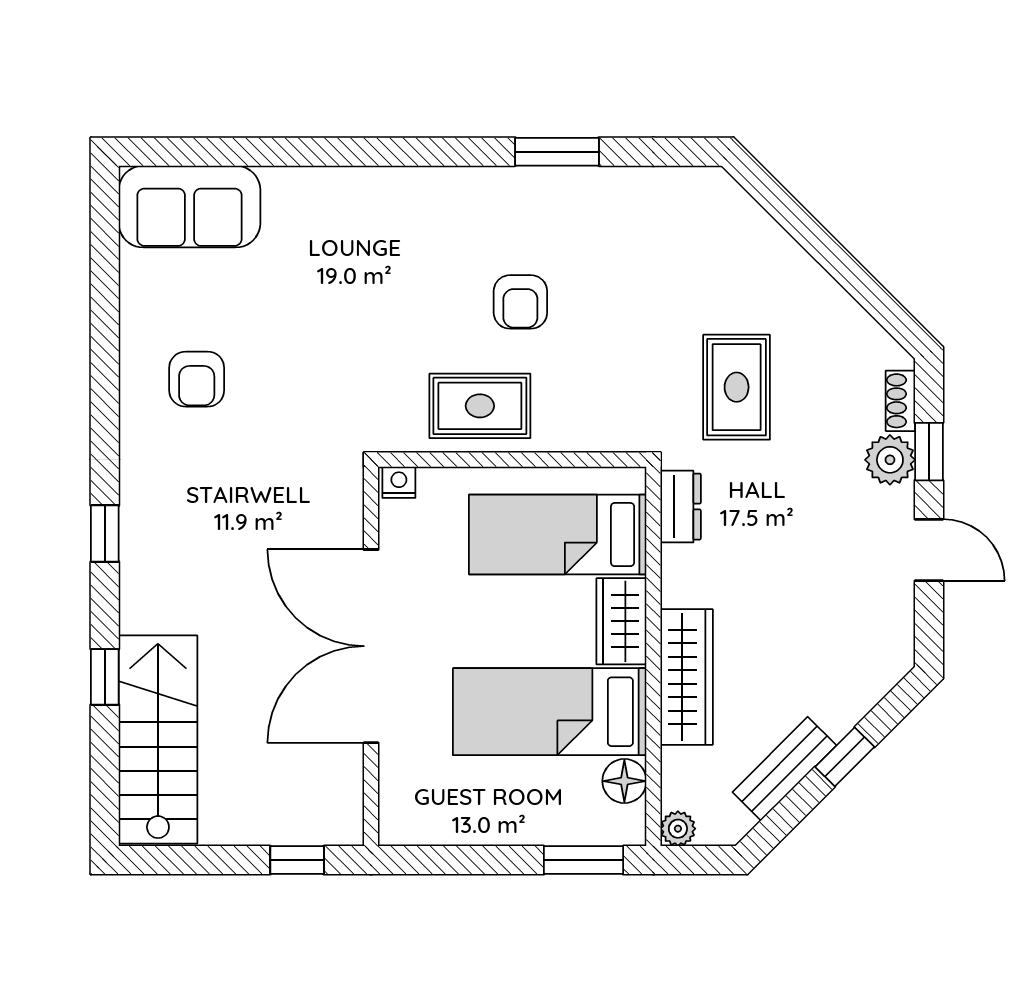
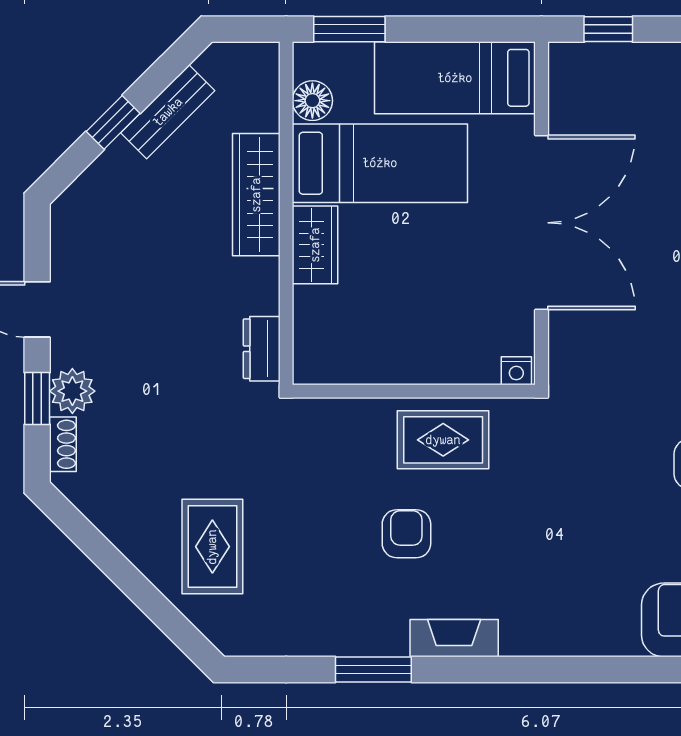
fireplace: (468, 186) -> (454, 638), added
rug: (737, 387) -> (212, 547), moved
bed: (558, 535) -> (455, 78), moved, turned 180
plant: (678, 829) -> (264, 58), removed

